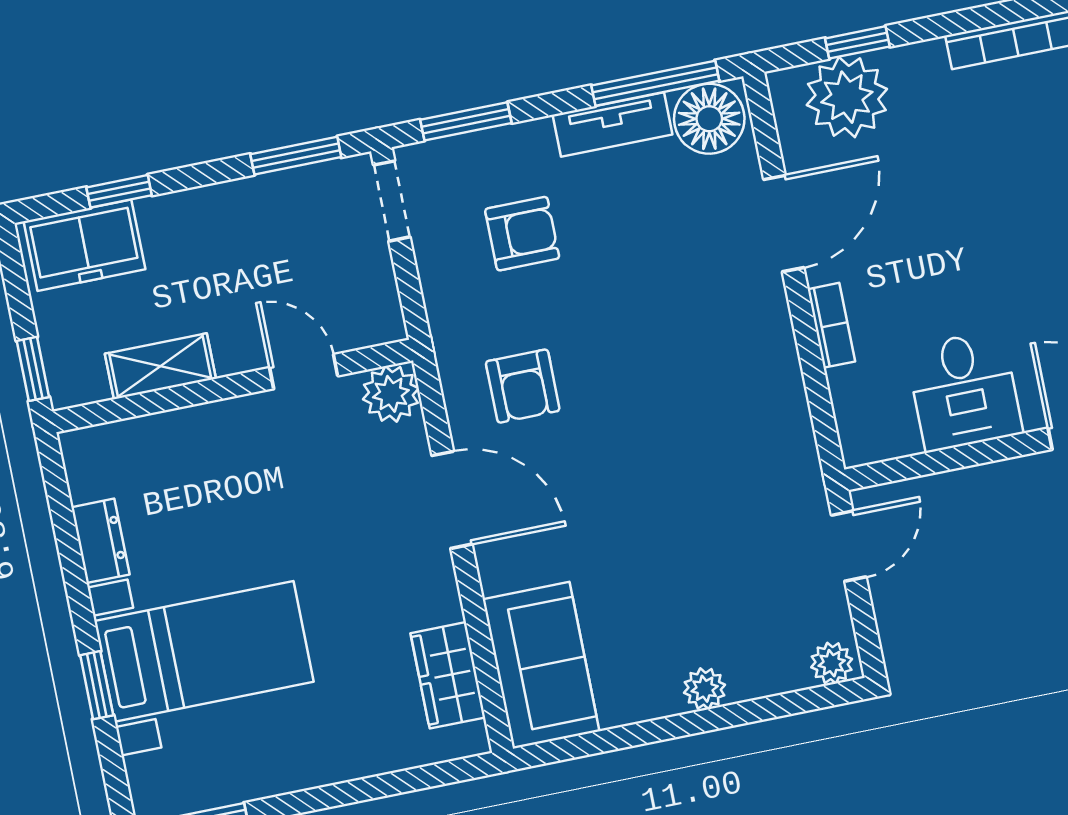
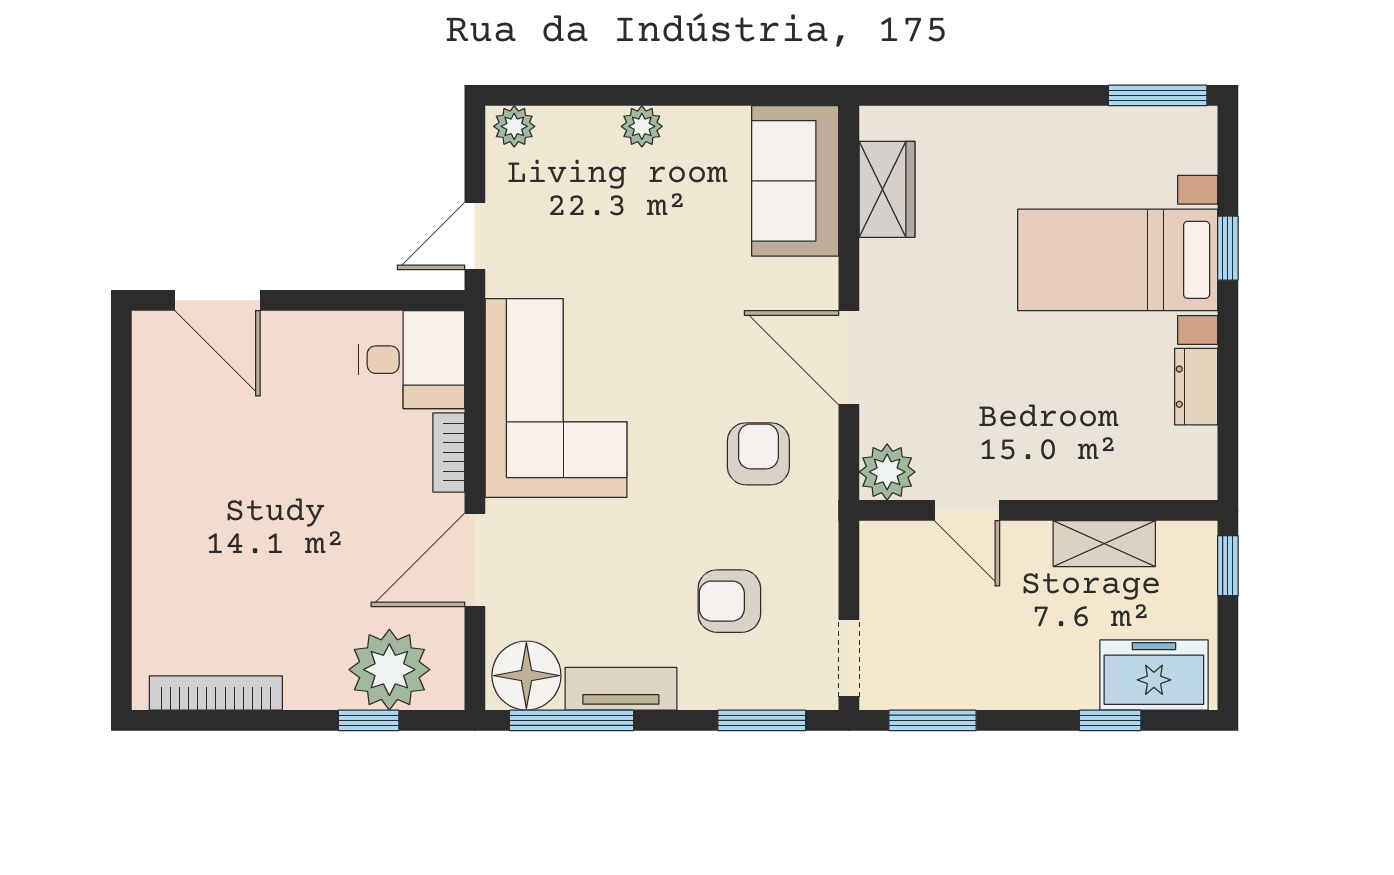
desk: (964, 391) -> (412, 360), moved, turned 90
corner sofa: (735, 401) -> (556, 398), added

